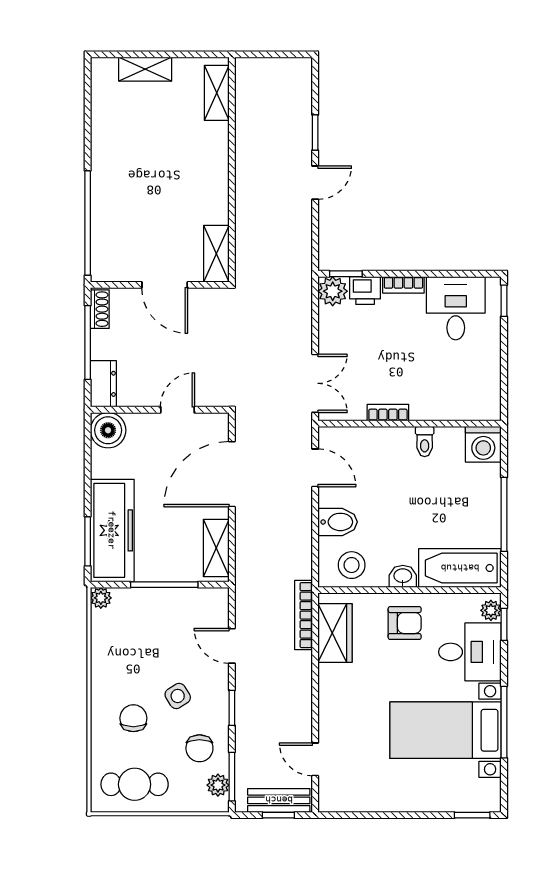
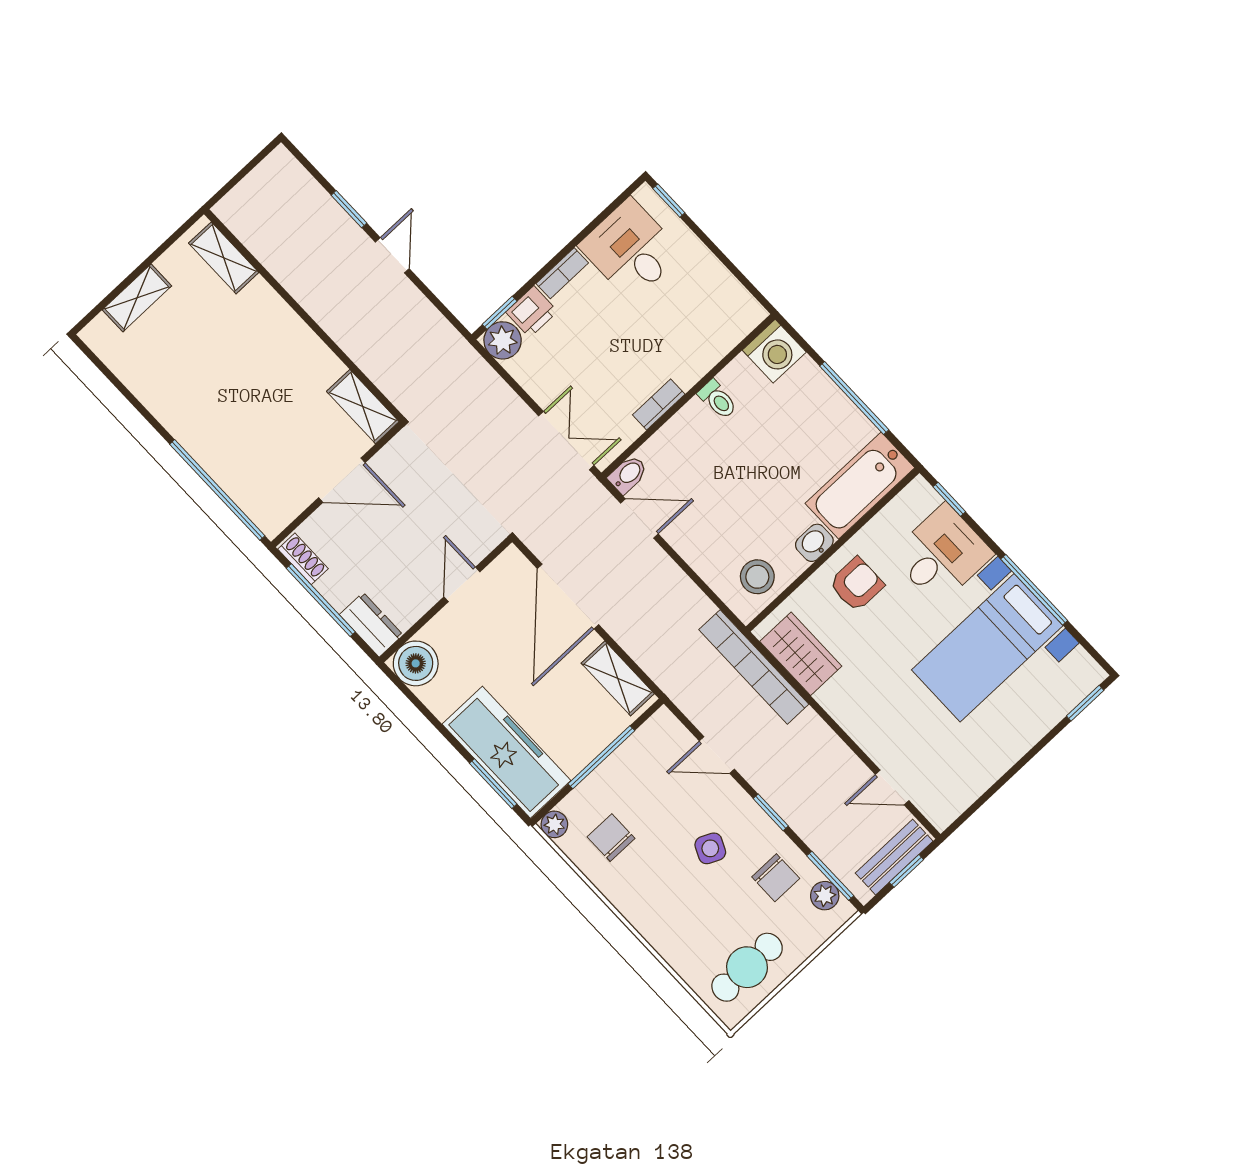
bidet: (338, 522) -> (628, 474), moved, width x0.72, depth x0.74
plant: (491, 610) -> (925, 498), removed
bookcase: (304, 615) -> (754, 667), width x1.48, depth x1.31
side table: (178, 696) -> (710, 848), turned -33
chair: (133, 718) -> (611, 838), moved

